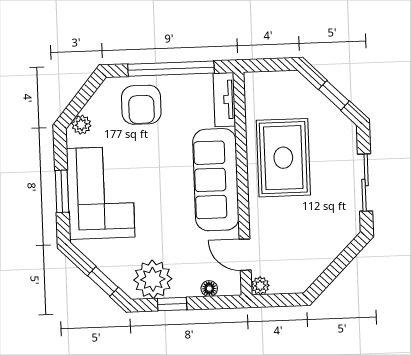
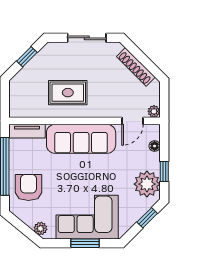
armchair: (141, 105) -> (28, 187), turned -90
rug: (283, 158) -> (68, 93), width x0.73, depth x0.70
shoe rack: (325, 257) -> (136, 67), added

